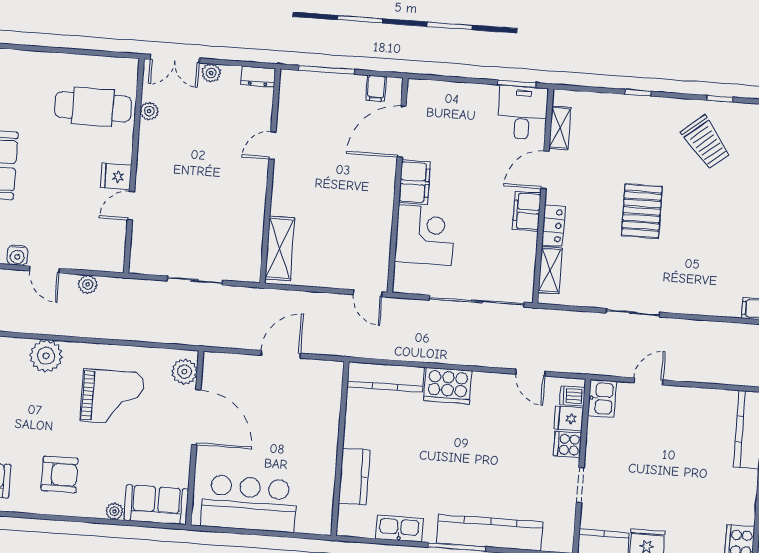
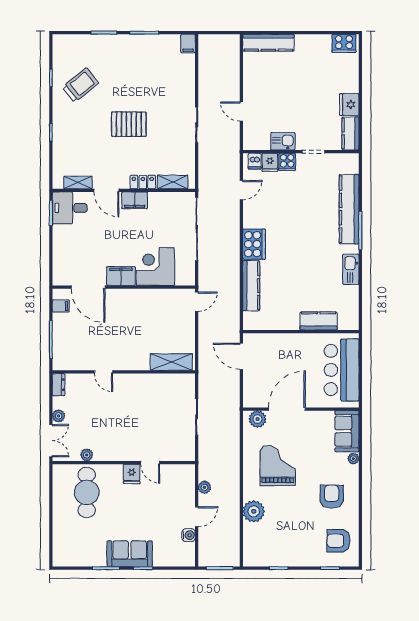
kitchen sink: (602, 398) -> (283, 141), moved
wall: (340, 449) -> (301, 332), moved
kitchen counter: (354, 476) -> (319, 321), moved

